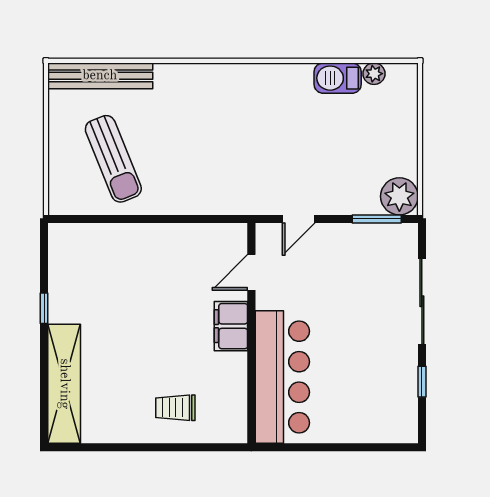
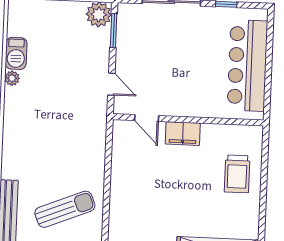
plant: (374, 74) -> (12, 78), moved
bar counter: (282, 377) -> (247, 65), moved, turned -90
trolley: (175, 408) -> (237, 174), width x1.36, depth x1.39

